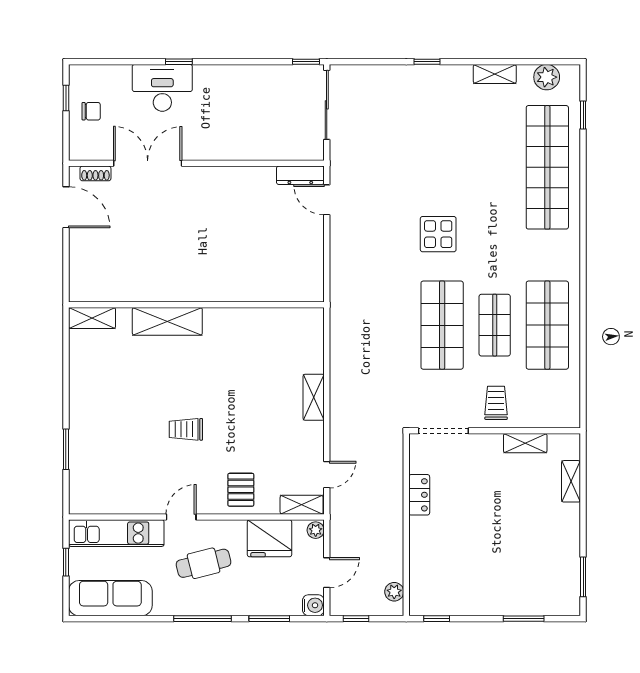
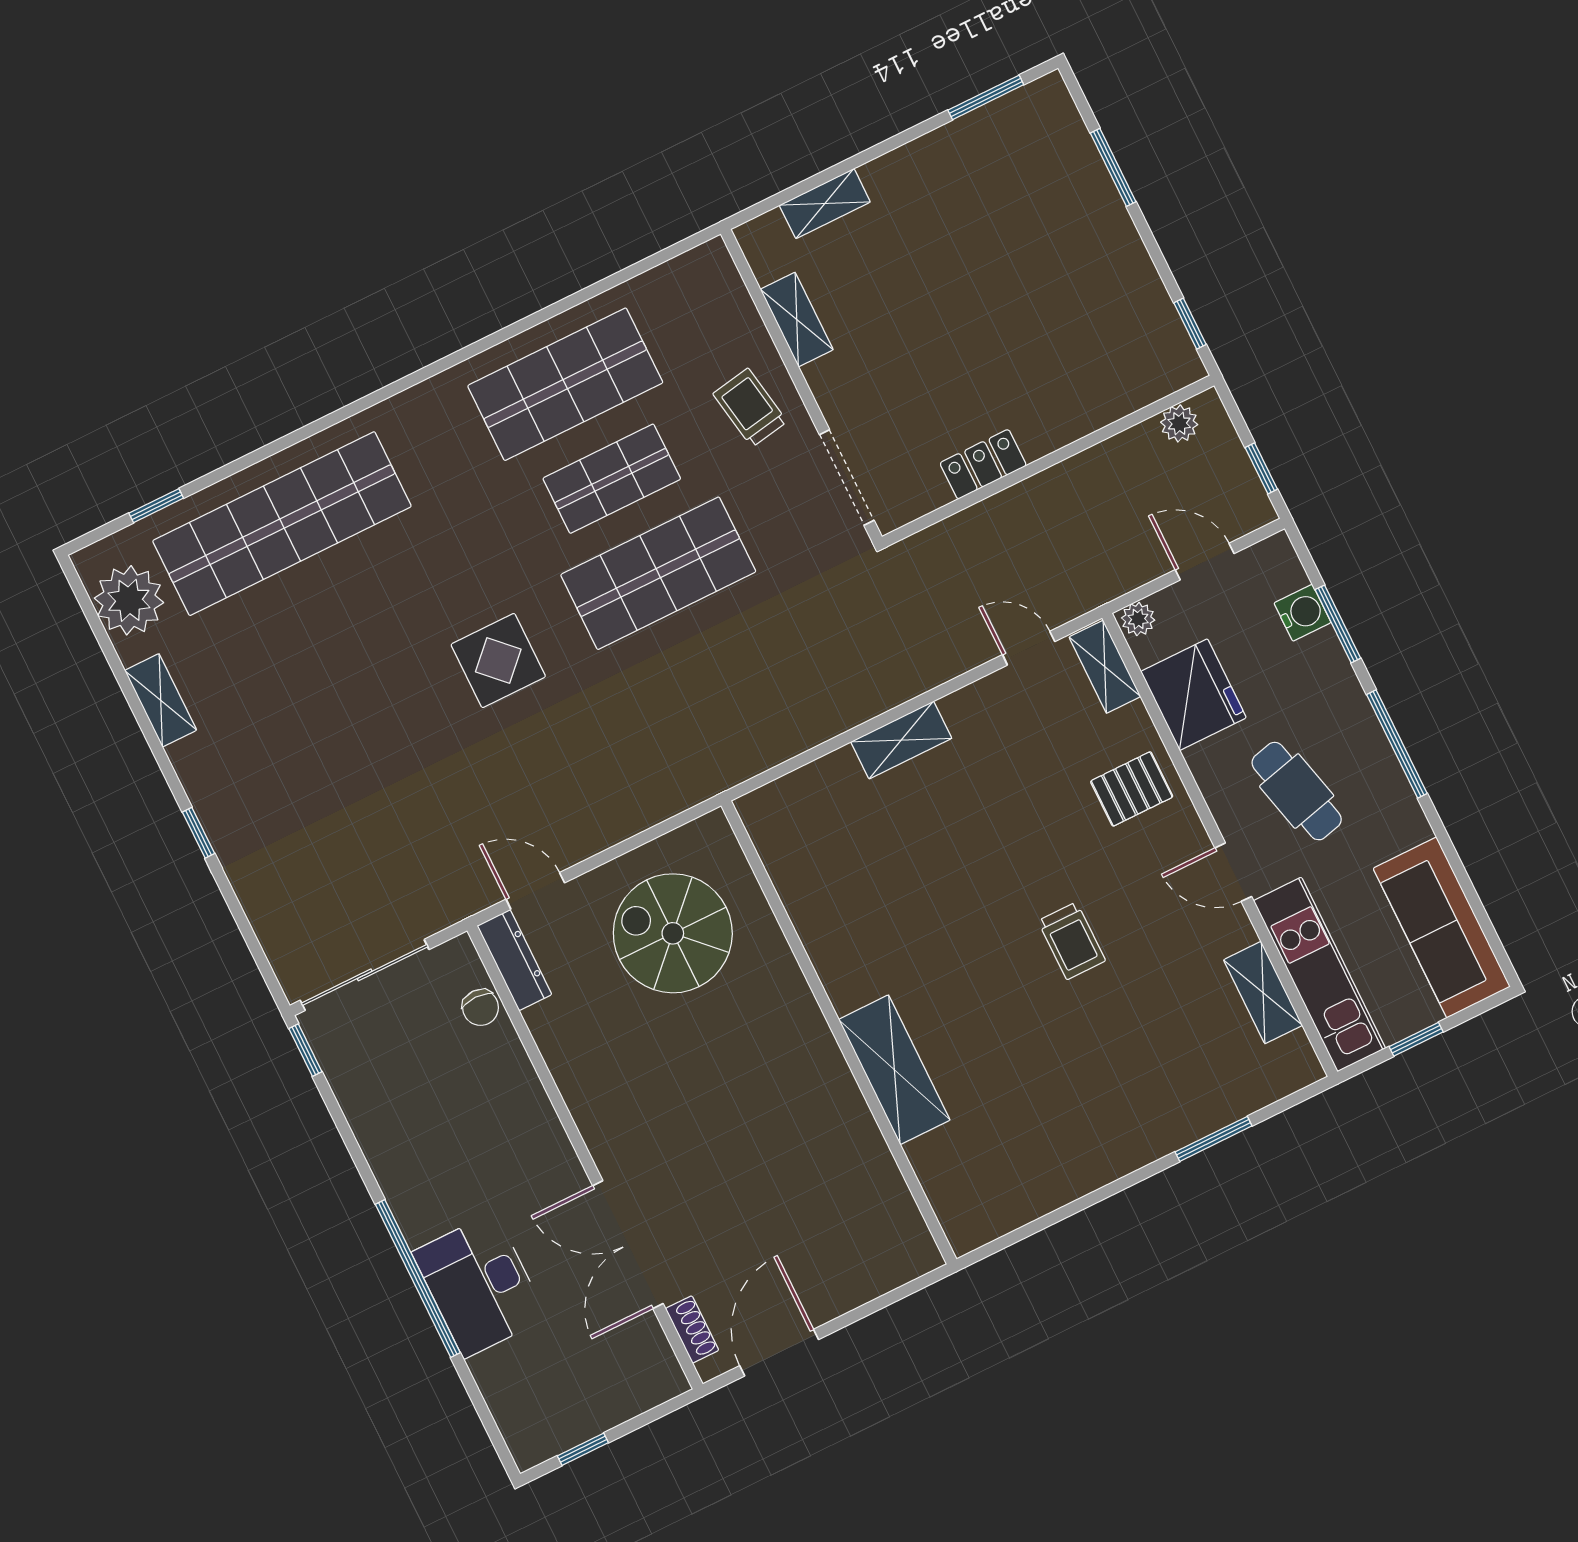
window: (179, 62) -> (418, 1278), width x3.17
plant: (547, 77) -> (129, 600), width x1.36, depth x1.36
chair: (91, 111) -> (481, 1007), moved, turned 180
door: (327, 200) -> (535, 891), swing flipped
spiral stairs: (277, 252) -> (673, 933), added
shelving: (92, 318) -> (1263, 993), moved
trolley: (496, 403) -> (750, 408), turned 80
water cooler: (313, 605) -> (1302, 613), moved, turned 90

